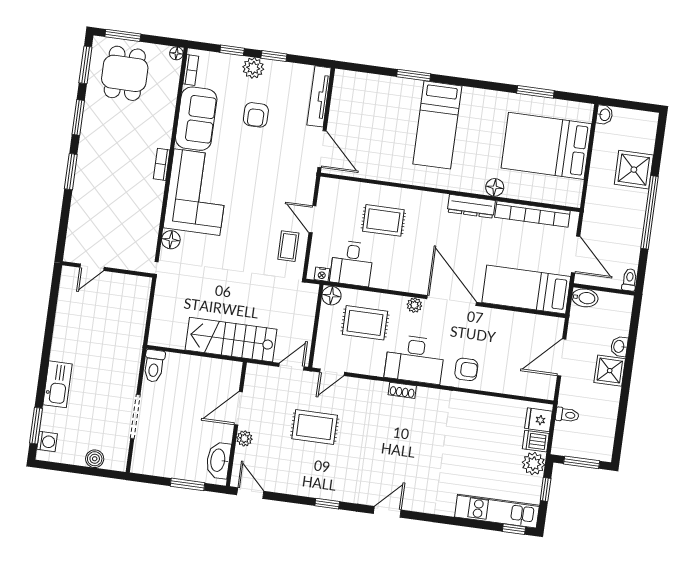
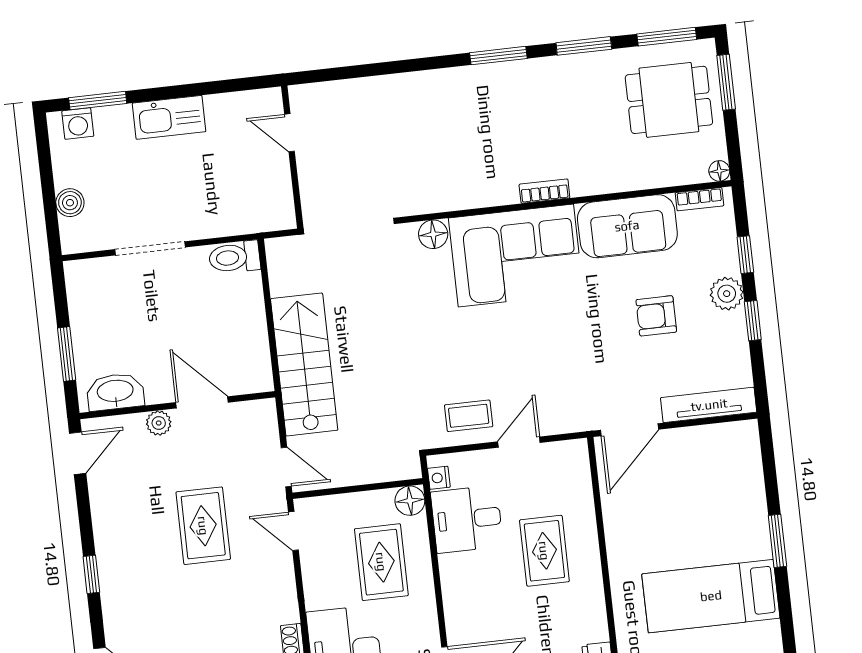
door: (92, 267) -> (290, 133), moved
wall: (107, 269) -> (292, 157), moved
plant: (414, 305) -> (427, 631), removed

